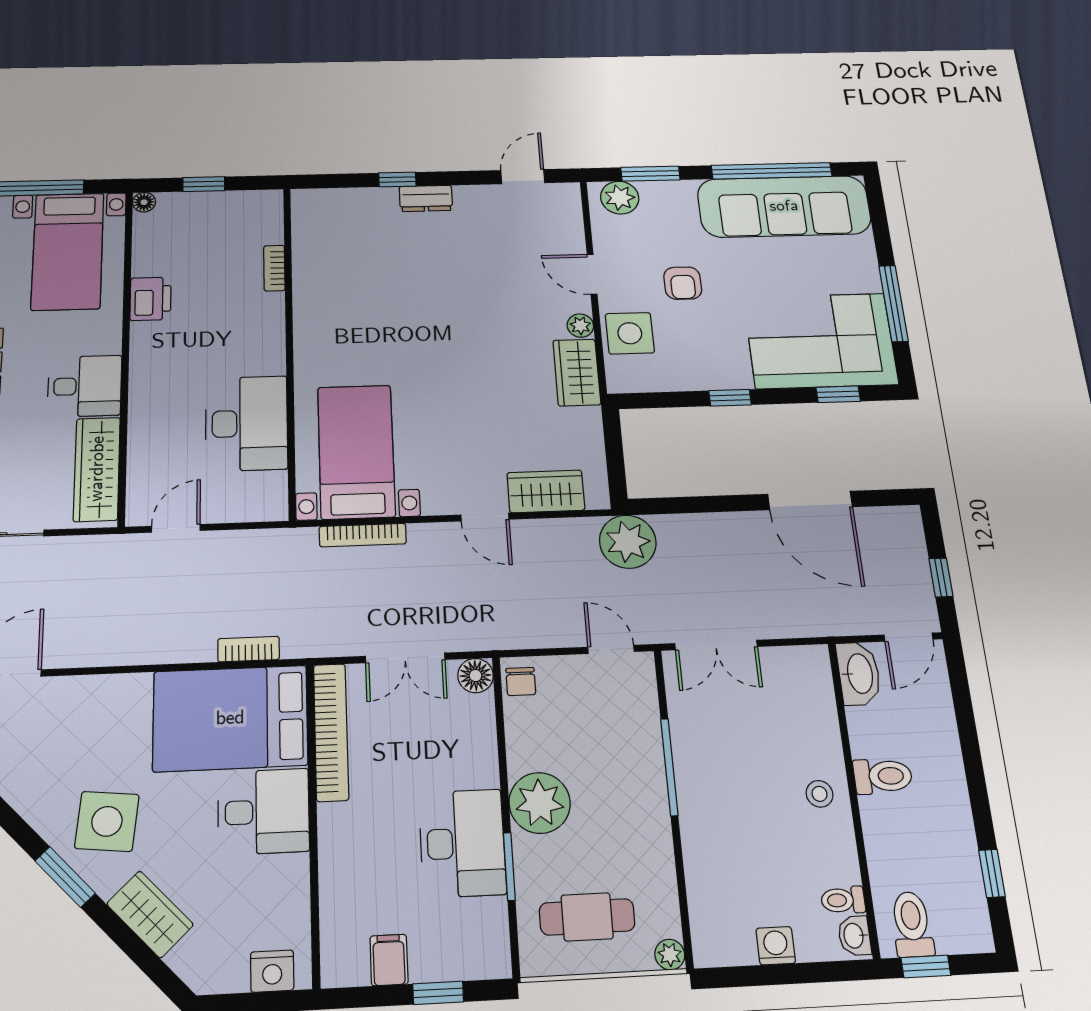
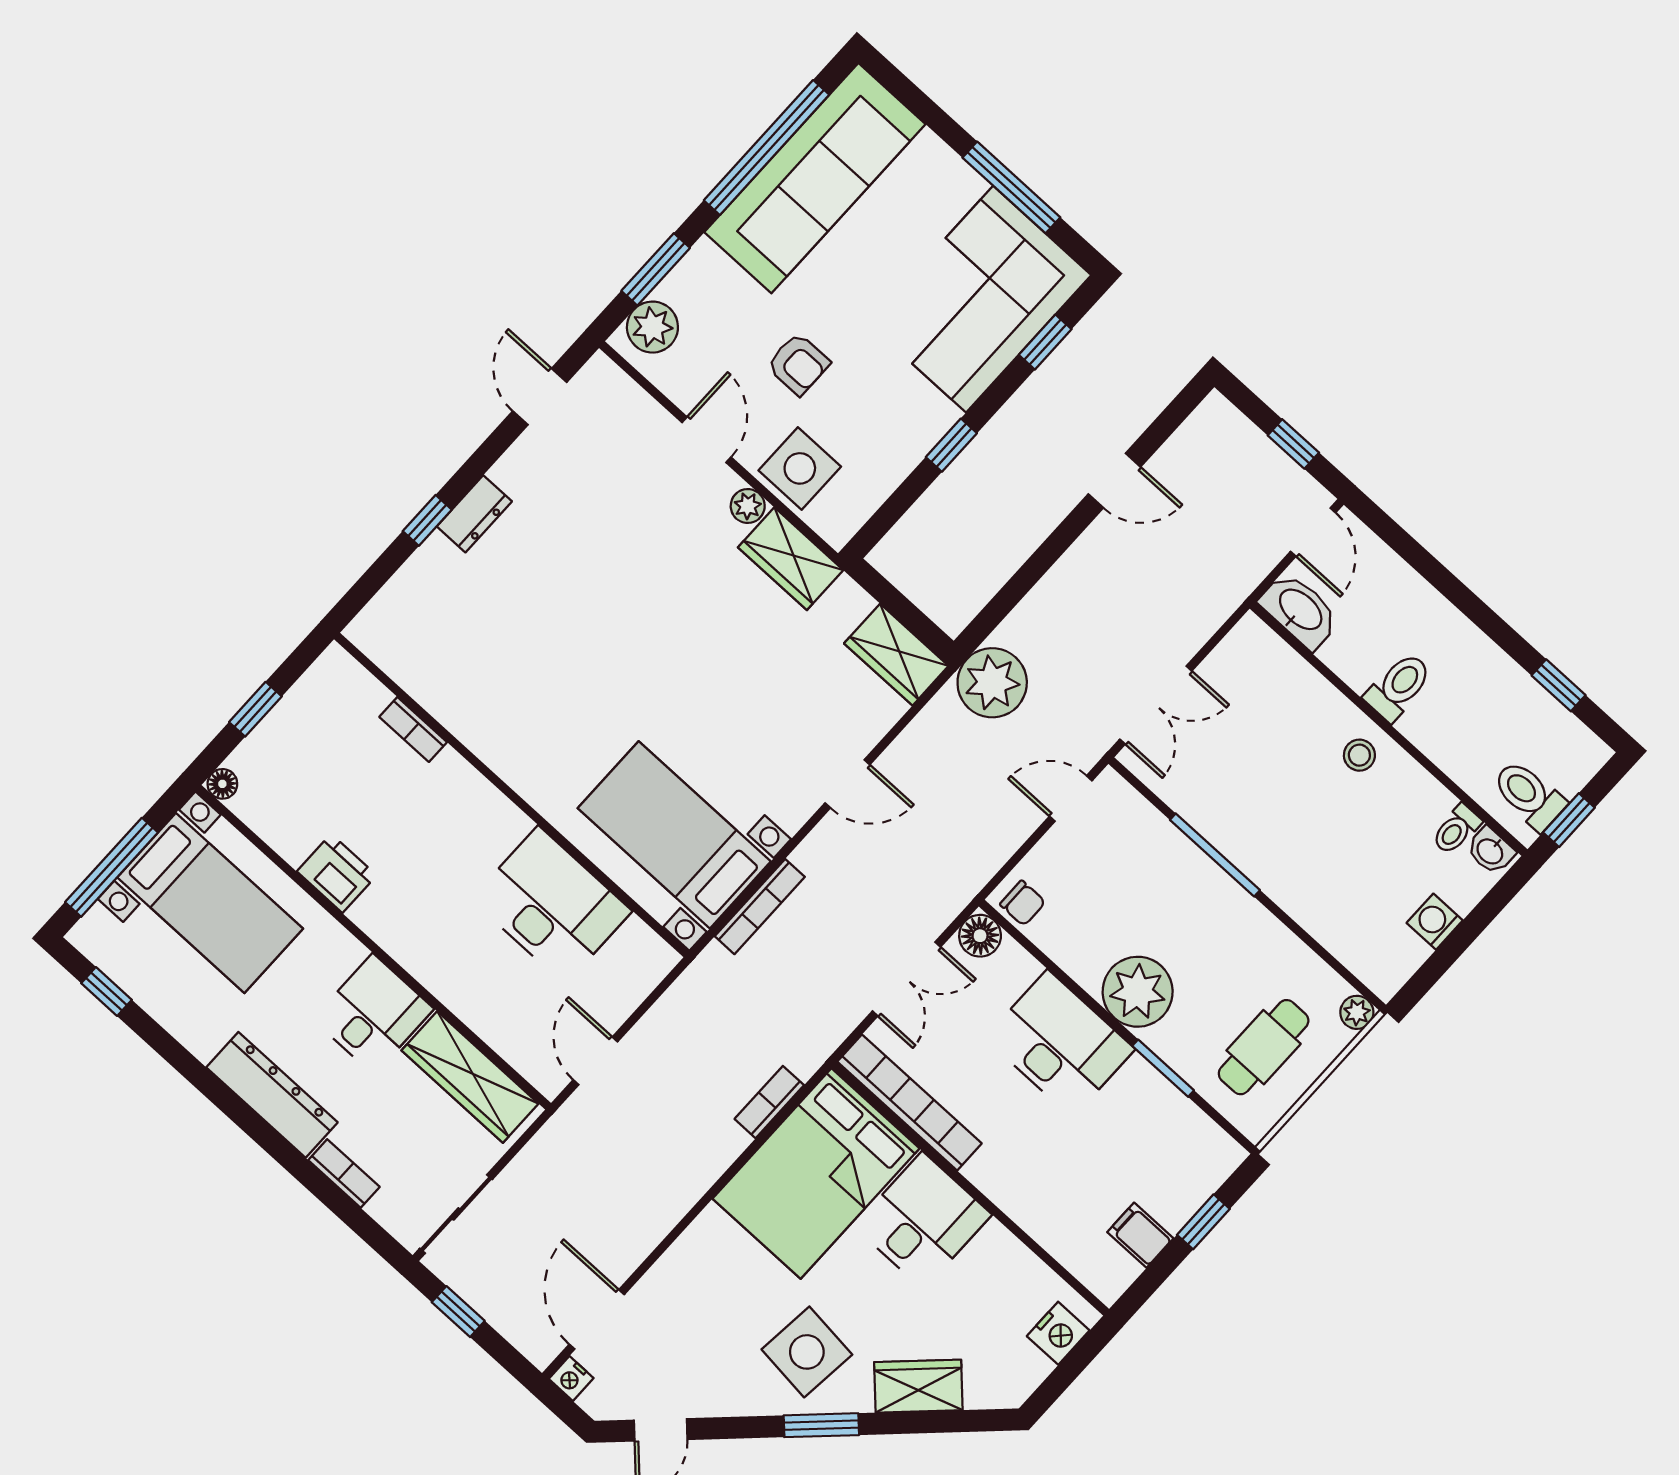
door: (592, 274) -> (707, 440), swing flipped
wardrobe: (546, 491) -> (896, 655), moved, turned -90
door: (810, 500) -> (1114, 481), width x0.53
desk: (462, 843) -> (1060, 1044), moved

